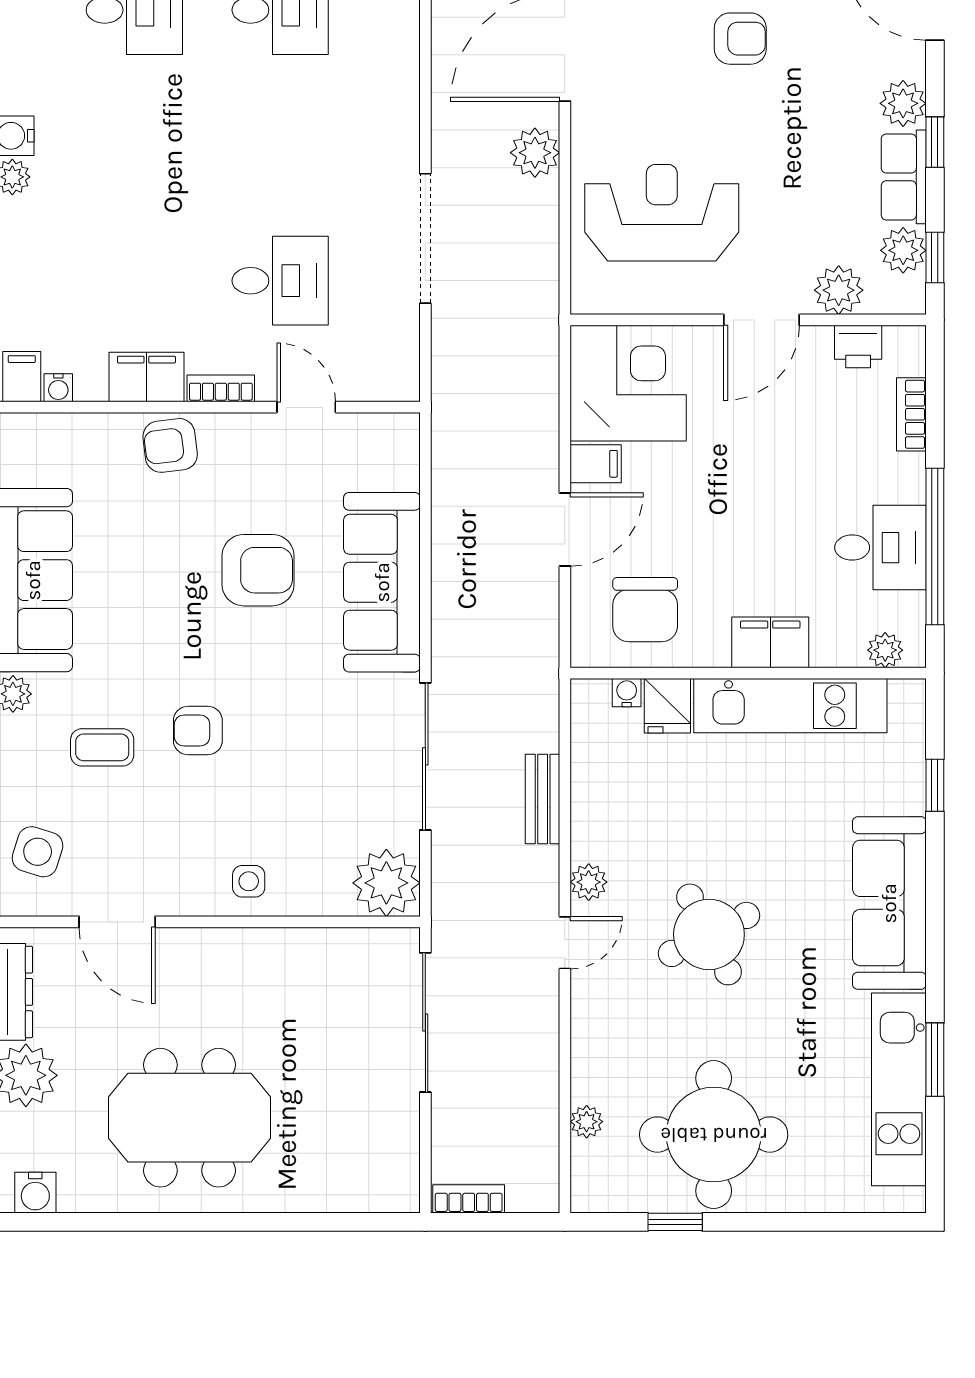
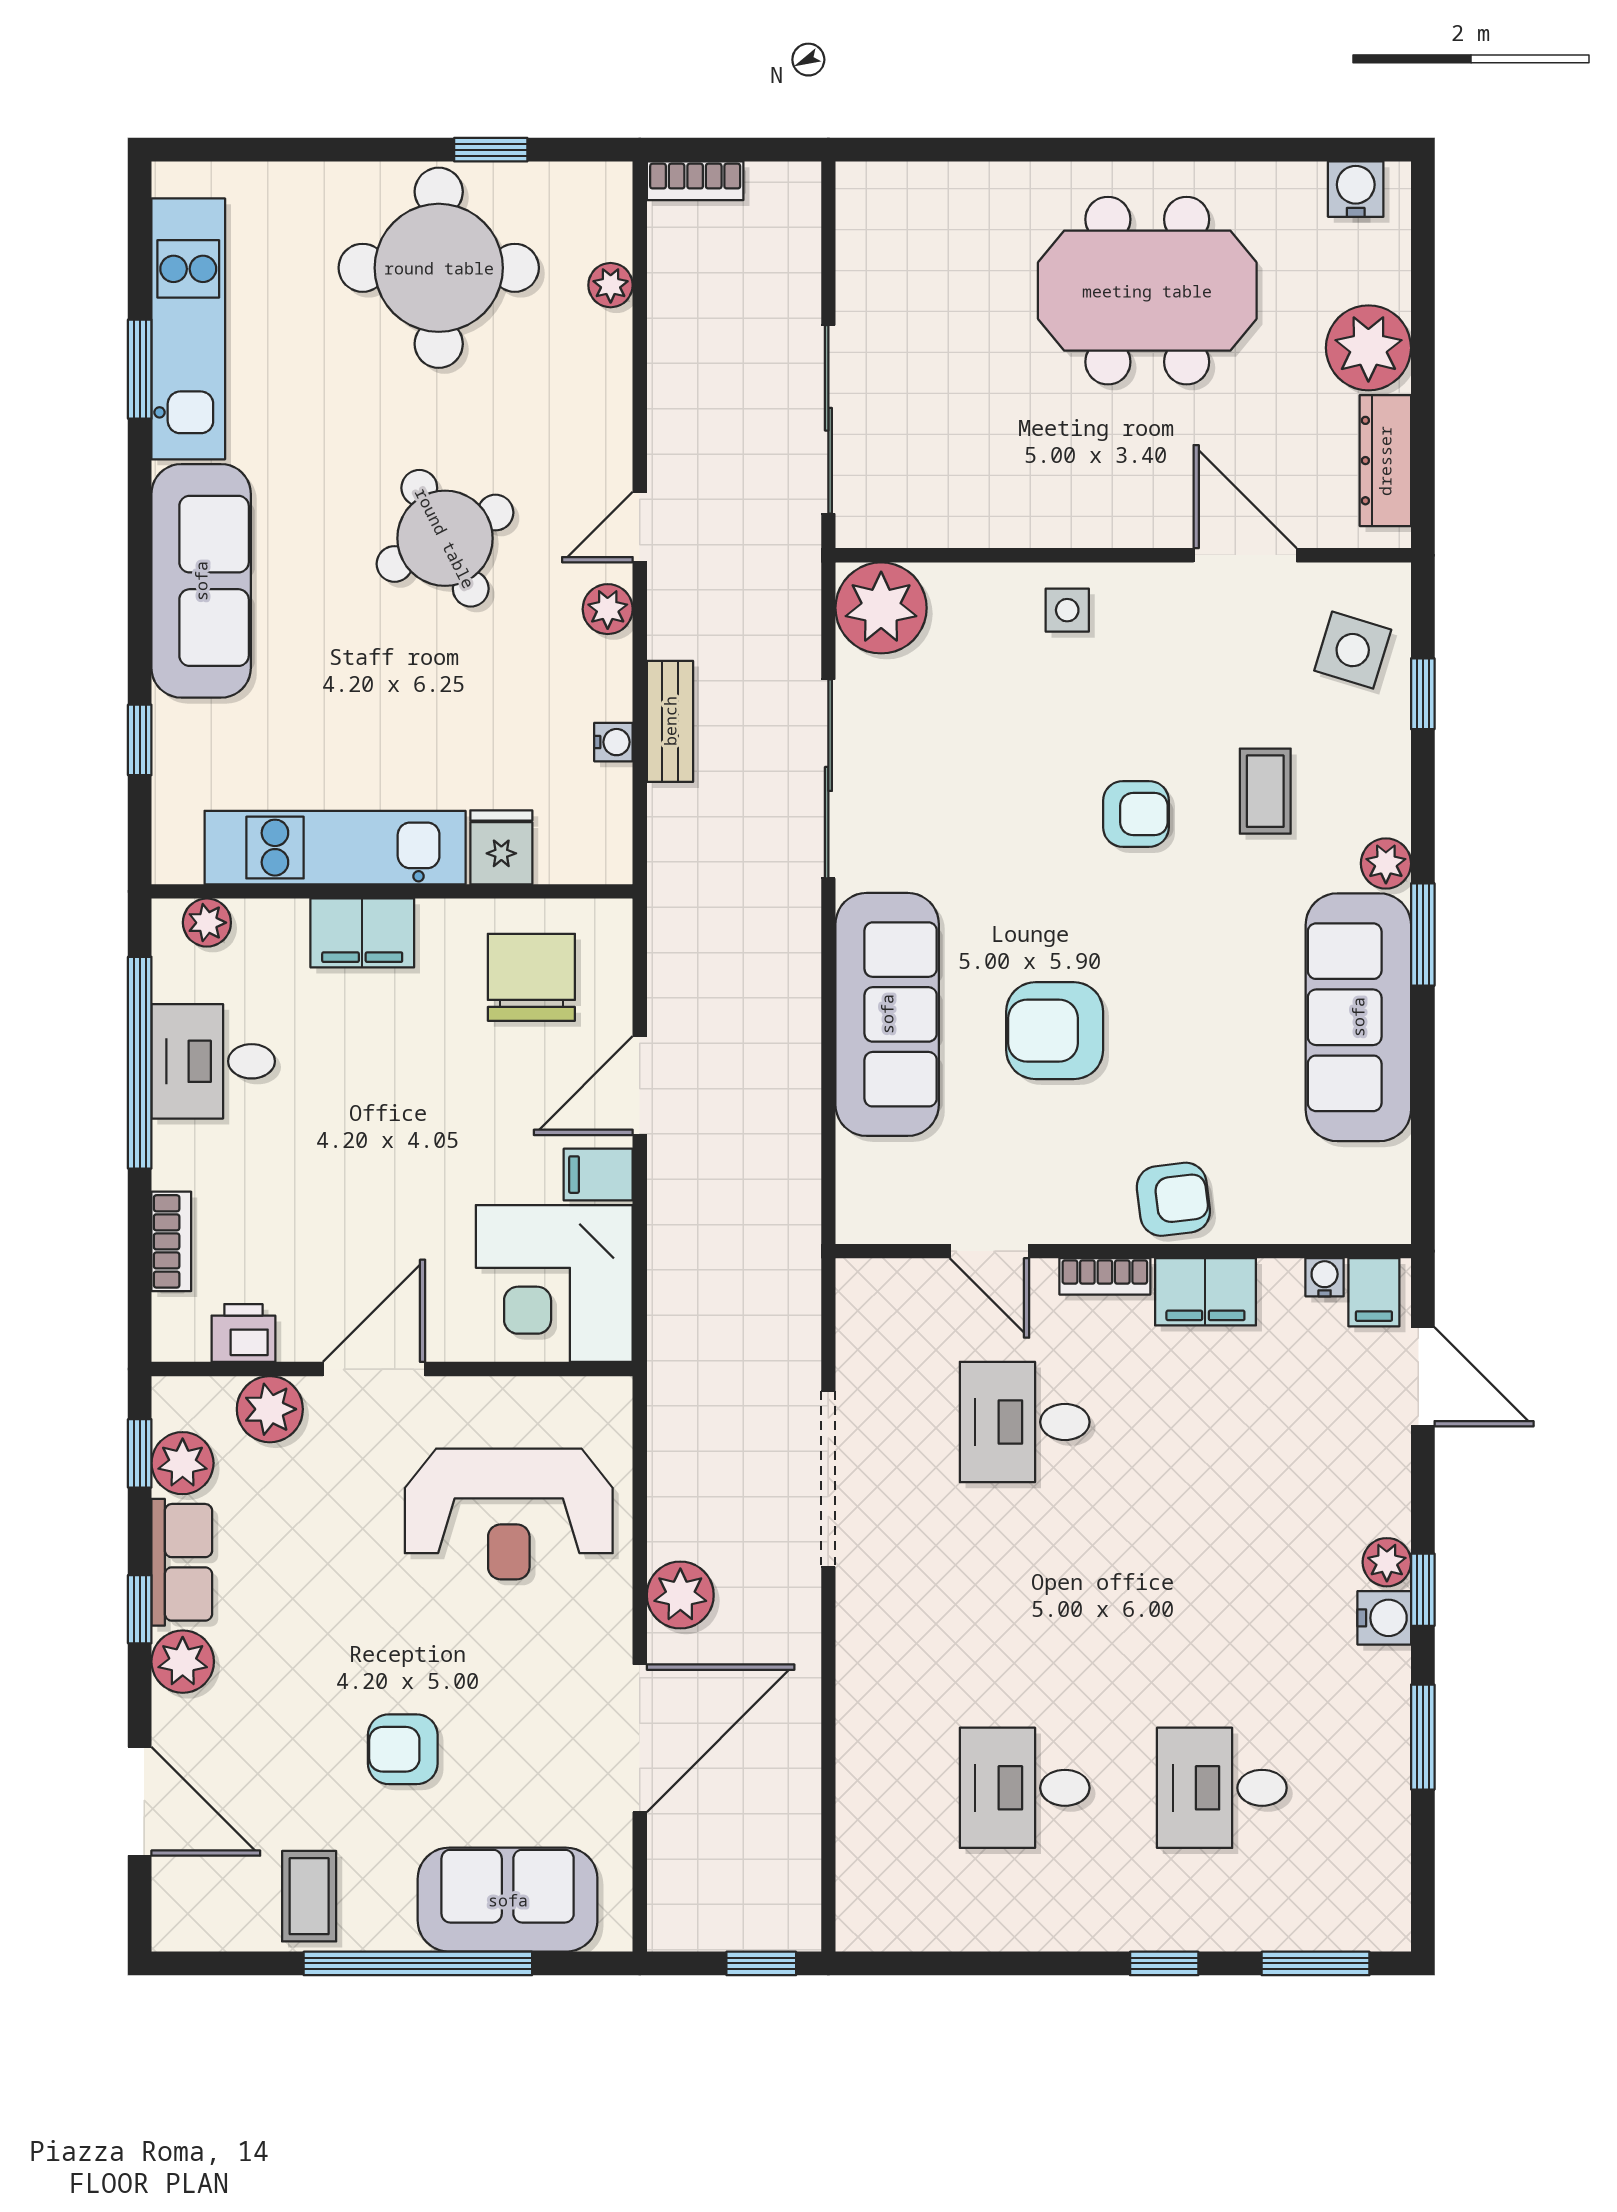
water cooler: (627, 693) -> (613, 742), moved, turned -90
coffee table: (102, 747) -> (1265, 791), turned 90
bookcase: (469, 1199) -> (695, 181), moved

